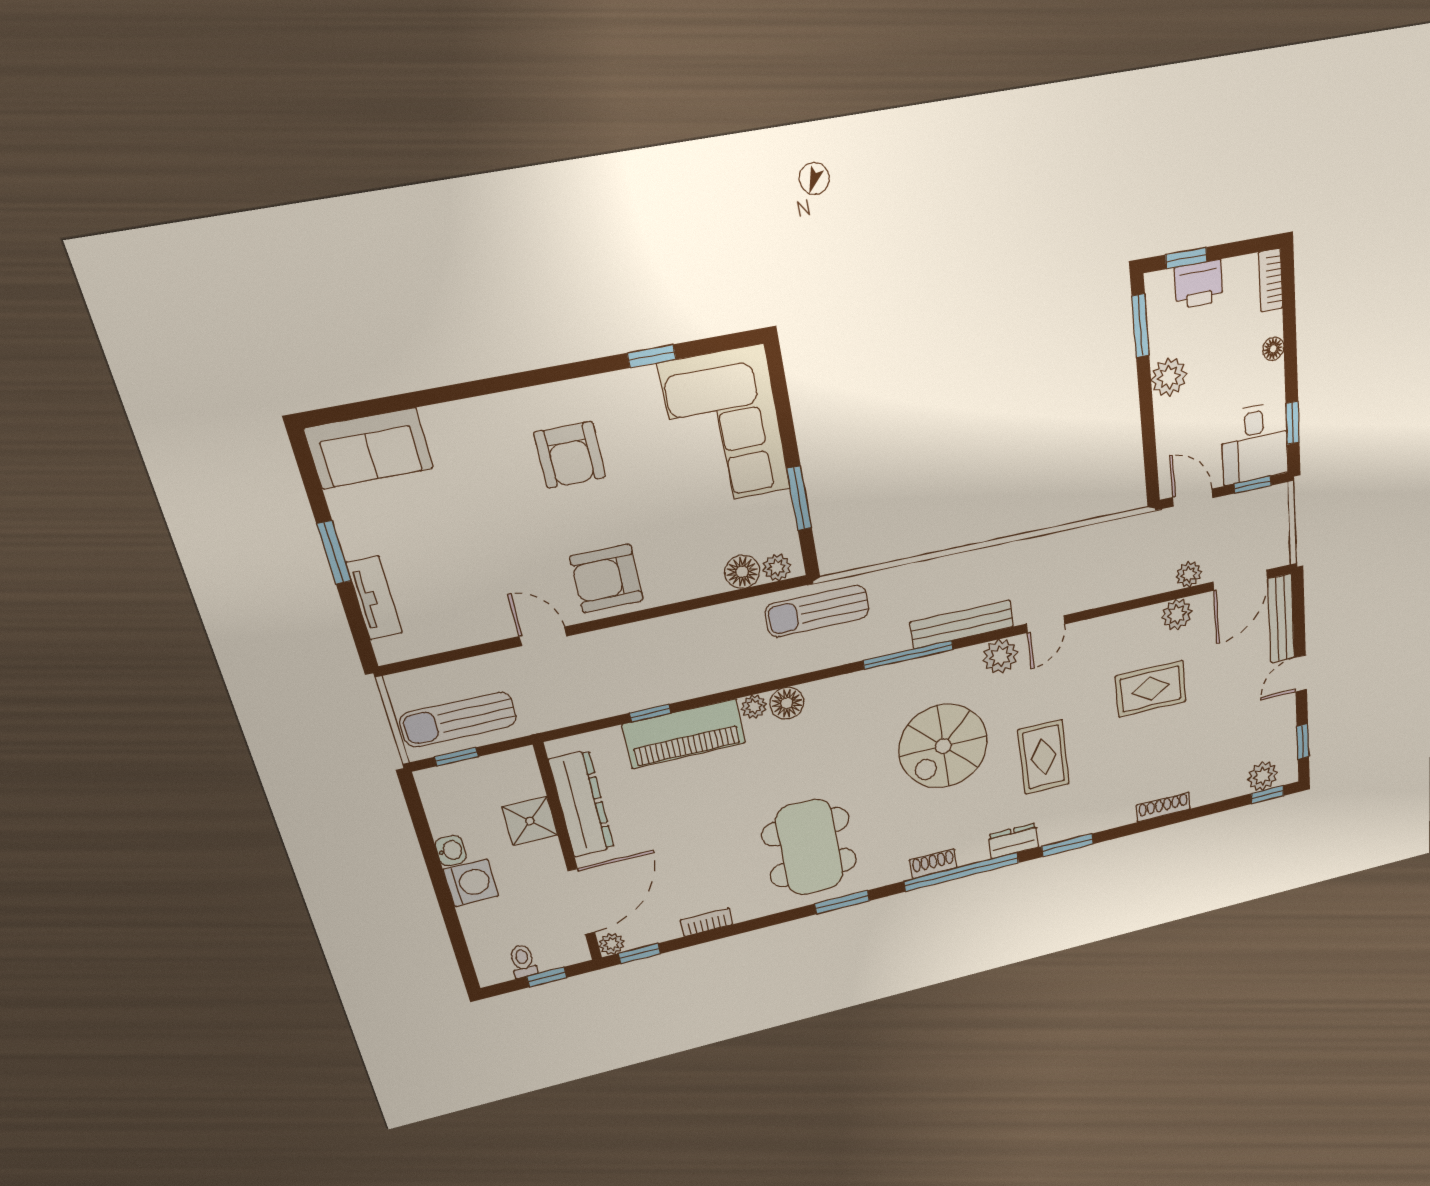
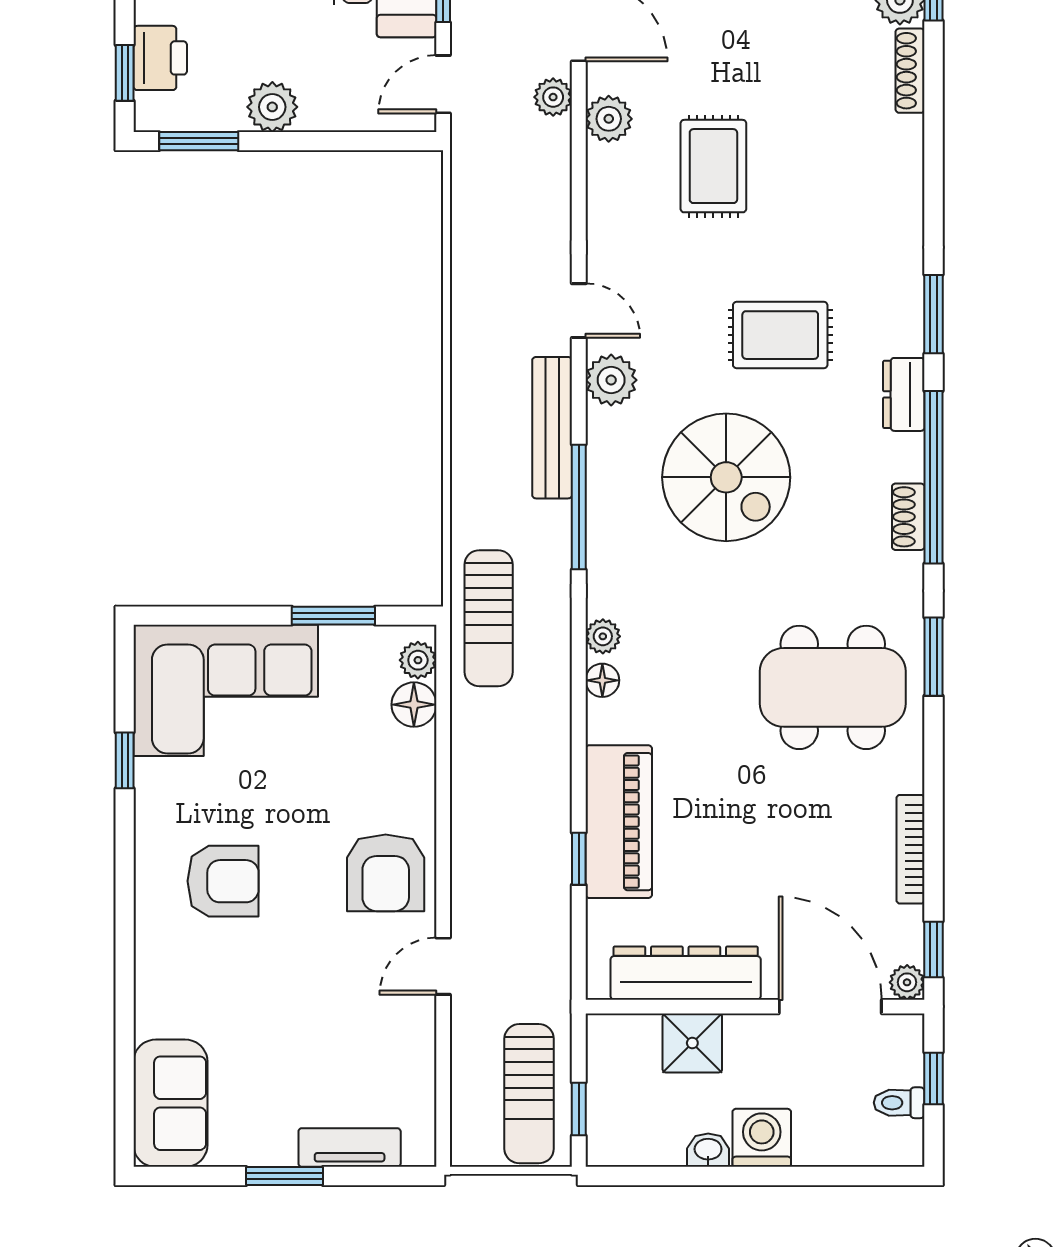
floor lamp: (787, 703) -> (602, 680), width x0.73, depth x0.73
plant: (754, 707) -> (603, 636), moved
shoe rack: (1163, 807) -> (910, 71), moved
bookcase: (707, 922) -> (911, 849), width x1.56

